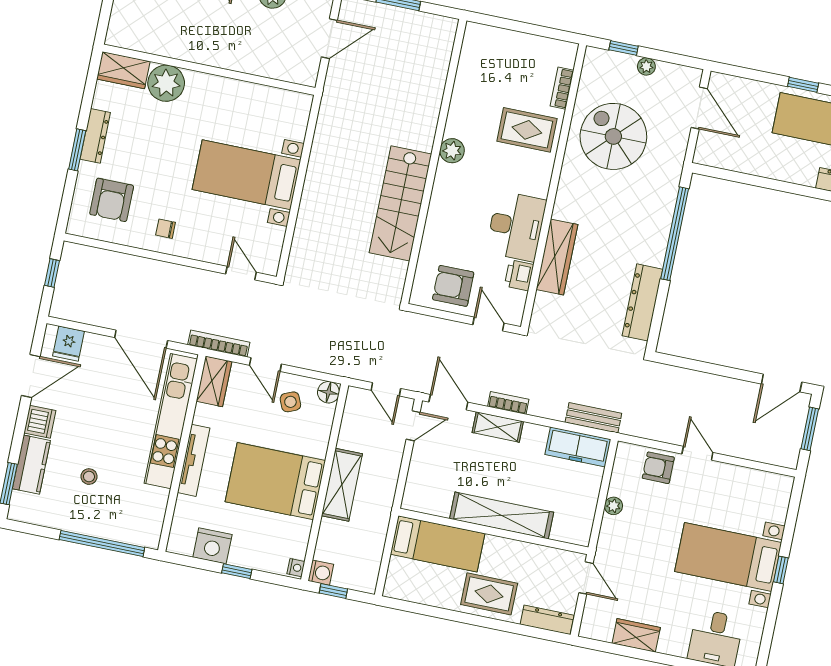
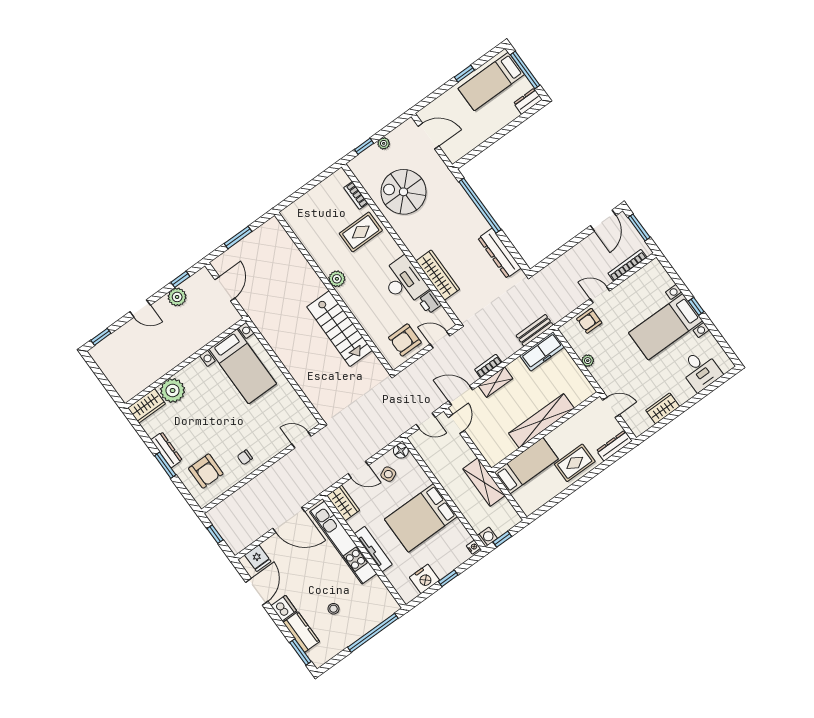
bed with nightstands: (246, 175) -> (243, 366), moved, turned -90
bookcase: (219, 344) -> (627, 265), moved
shelving: (342, 485) -> (484, 482), moved

